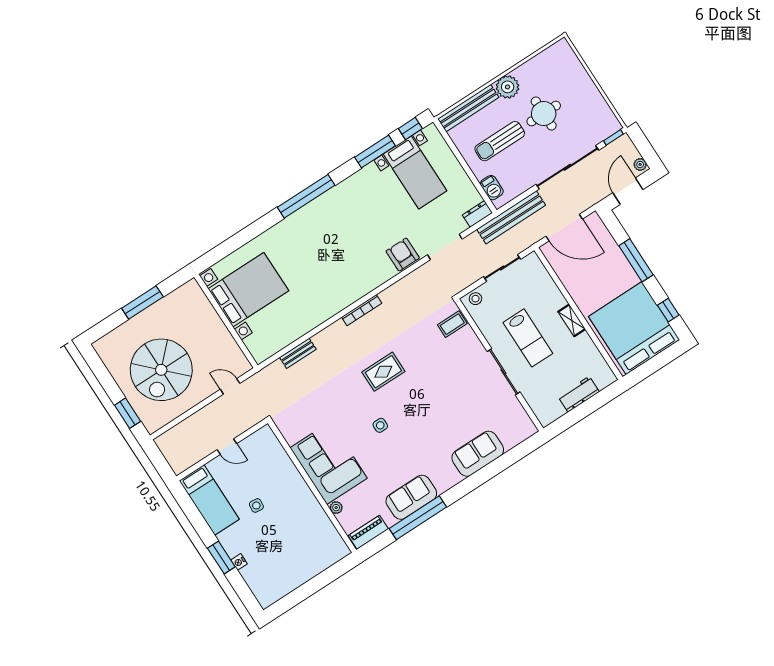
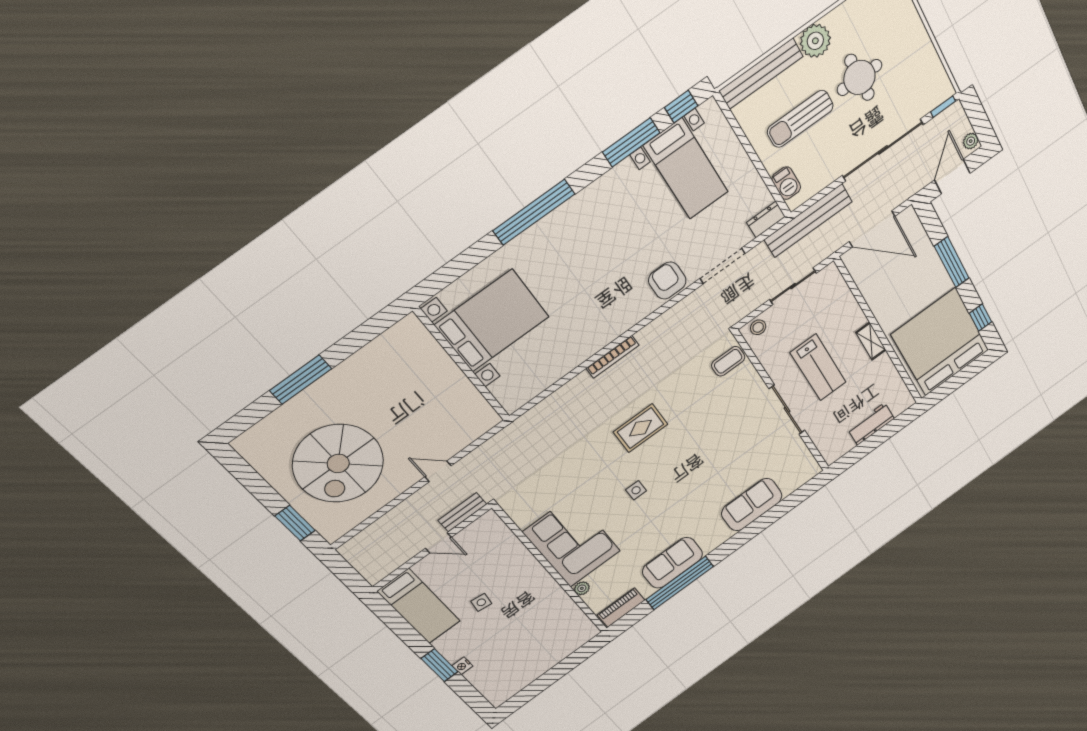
bed with nightstands: (248, 290) -> (492, 321), moved
wall: (226, 321) -> (462, 365), moved
bench: (298, 353) -> (462, 512), moved

